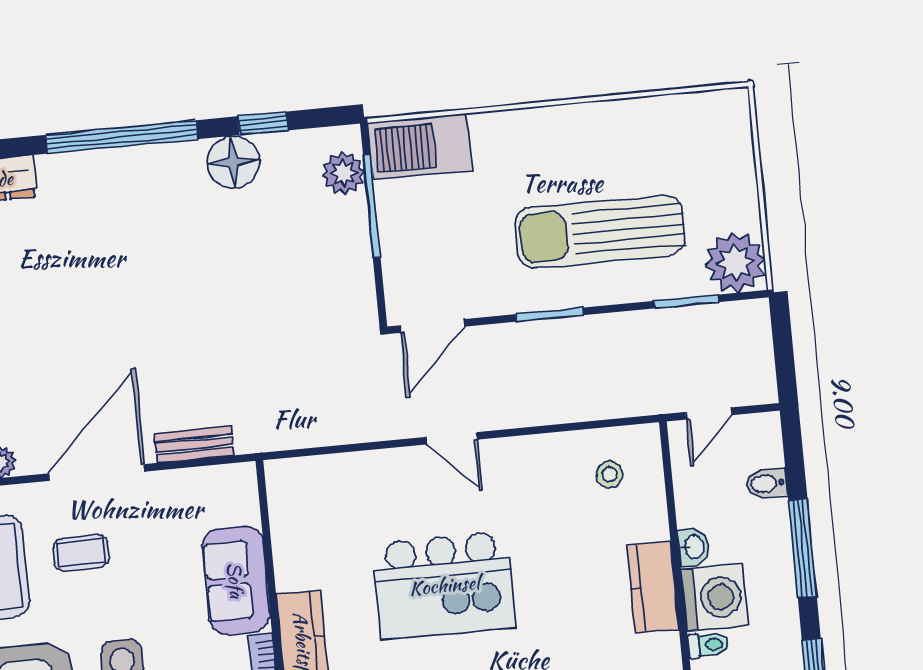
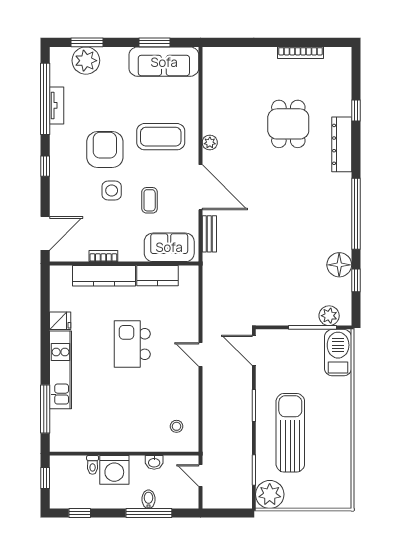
door: (452, 438) -> (201, 354), hinge flipped
bidet: (767, 483) -> (149, 499), moved
washbasin: (694, 547) -> (154, 462), moved
window: (803, 548) -> (149, 513), moved
coffee table: (81, 553) -> (150, 200), moved
sofa: (236, 580) -> (169, 247), moved
kitchen island: (444, 585) -> (132, 344), width x0.73, depth x0.78
kitchen counter: (653, 587) -> (158, 276), moved, turned 180

